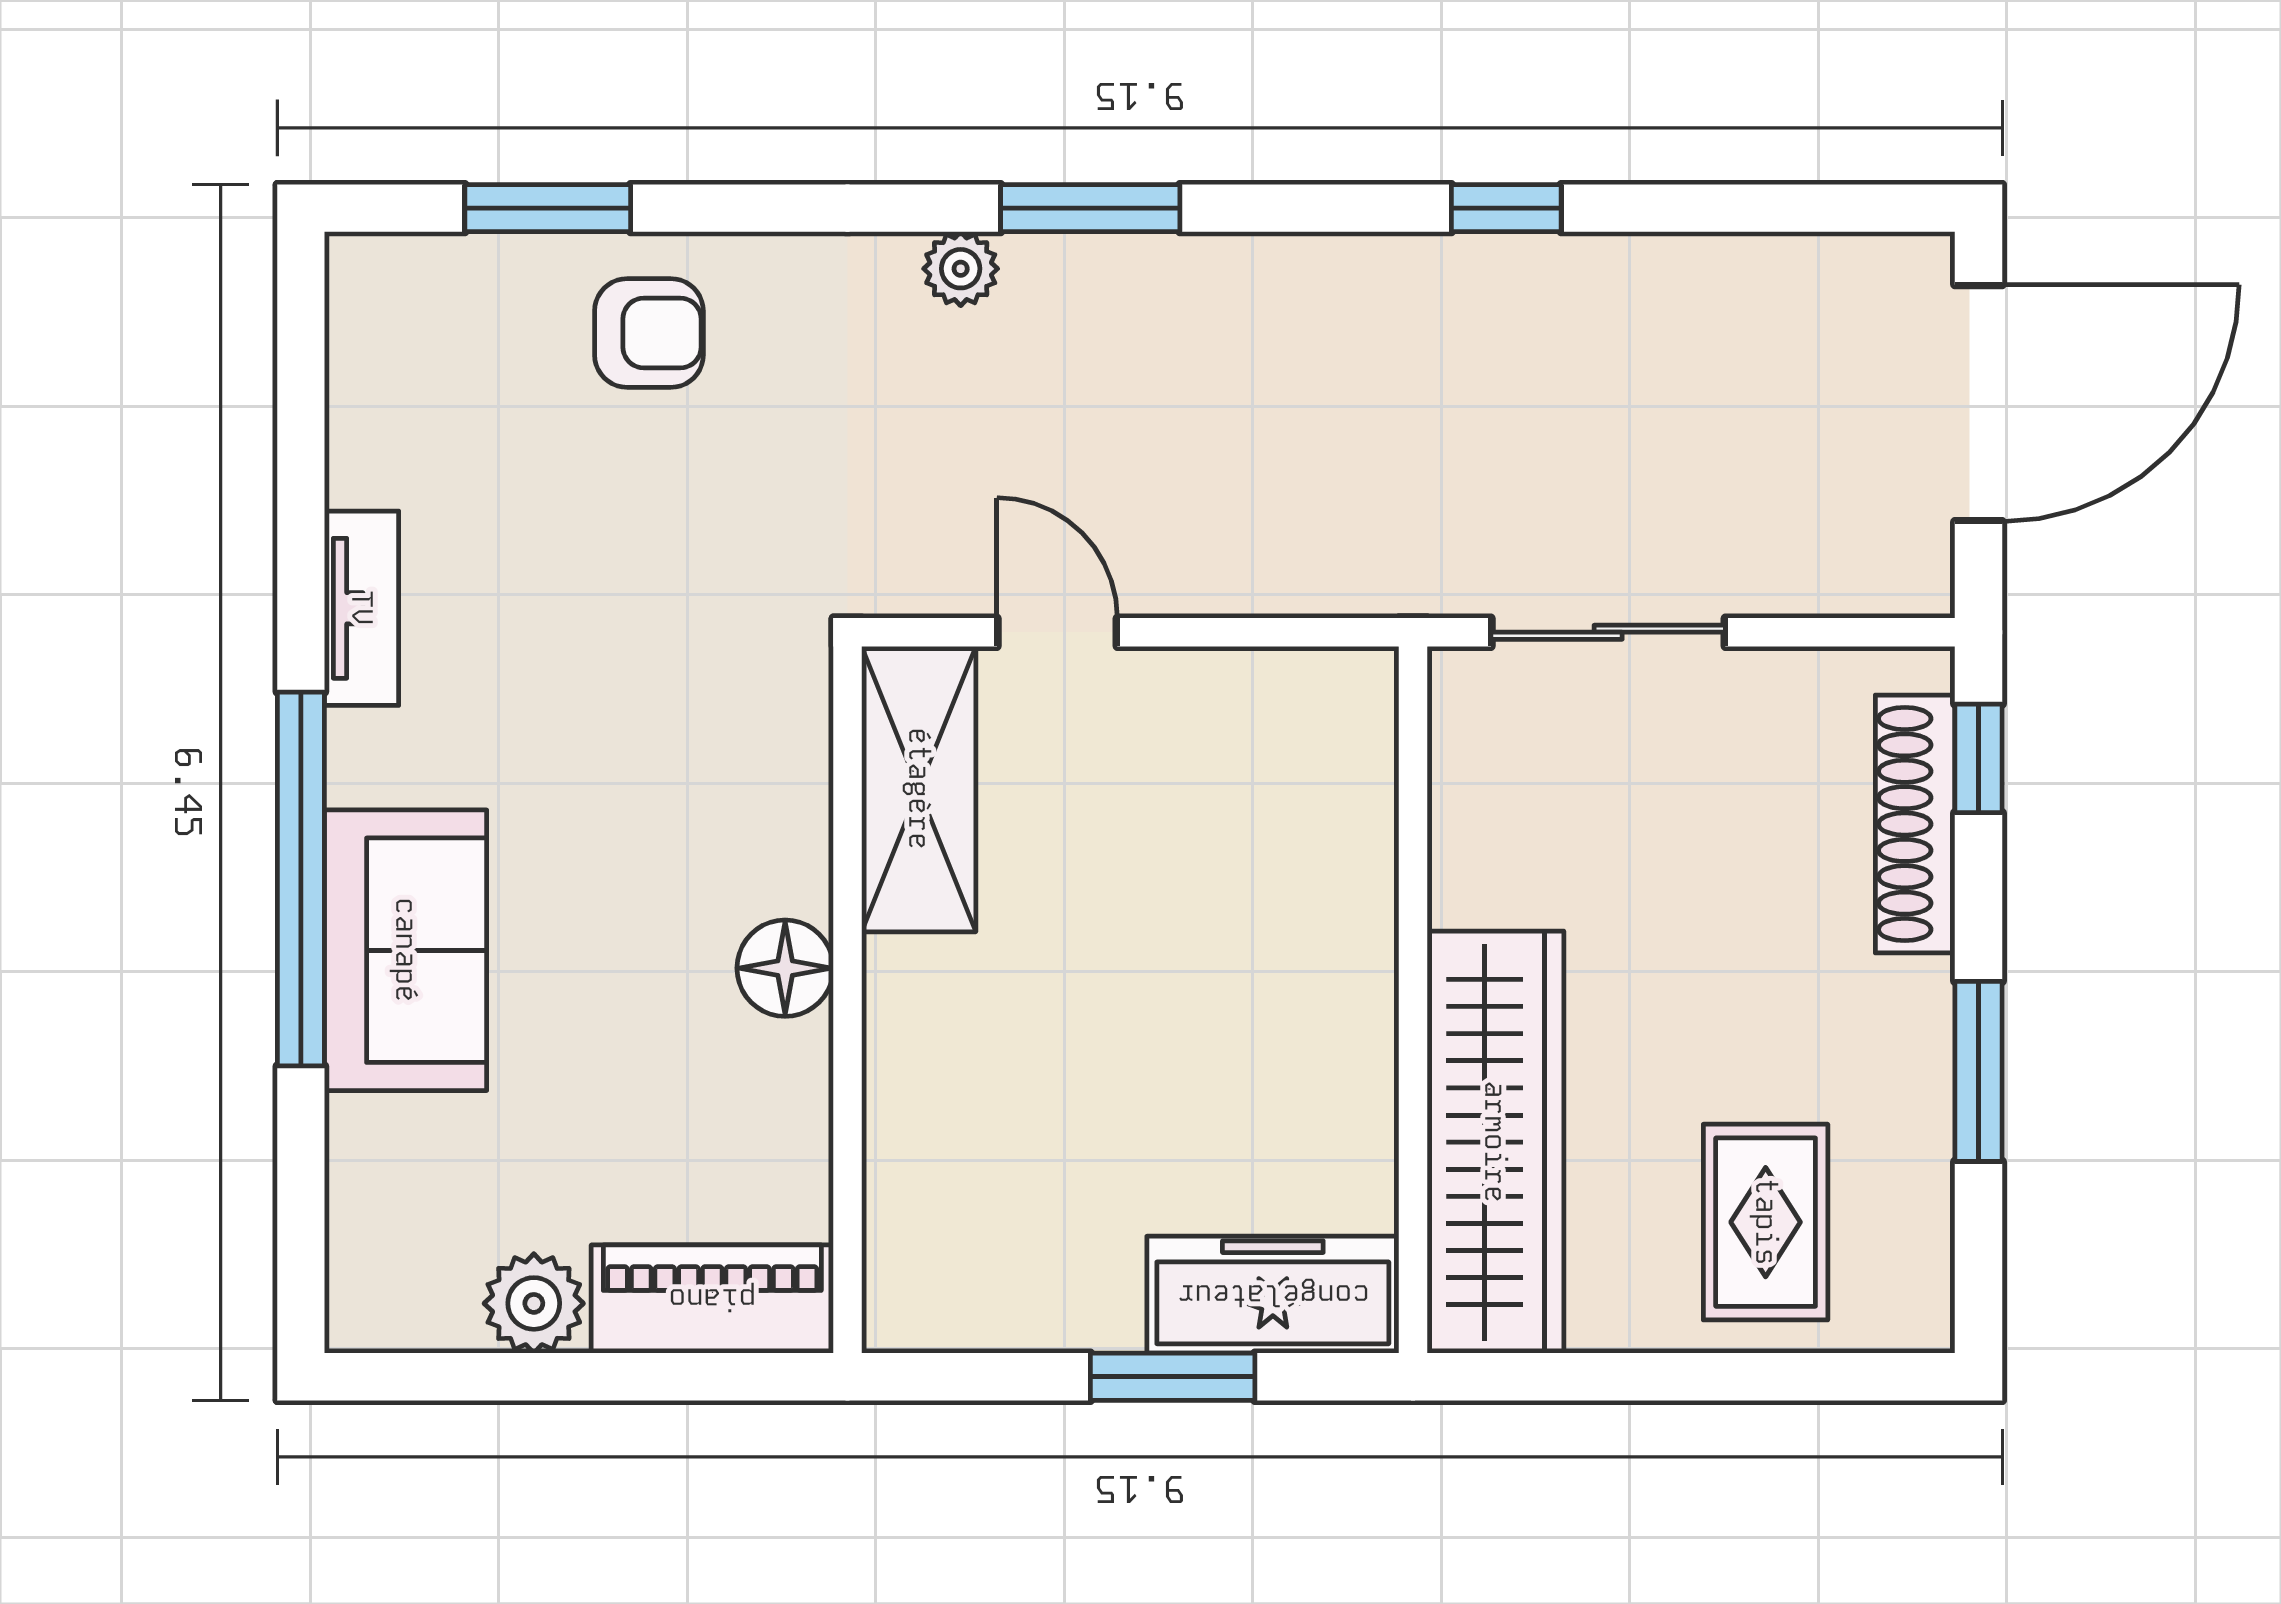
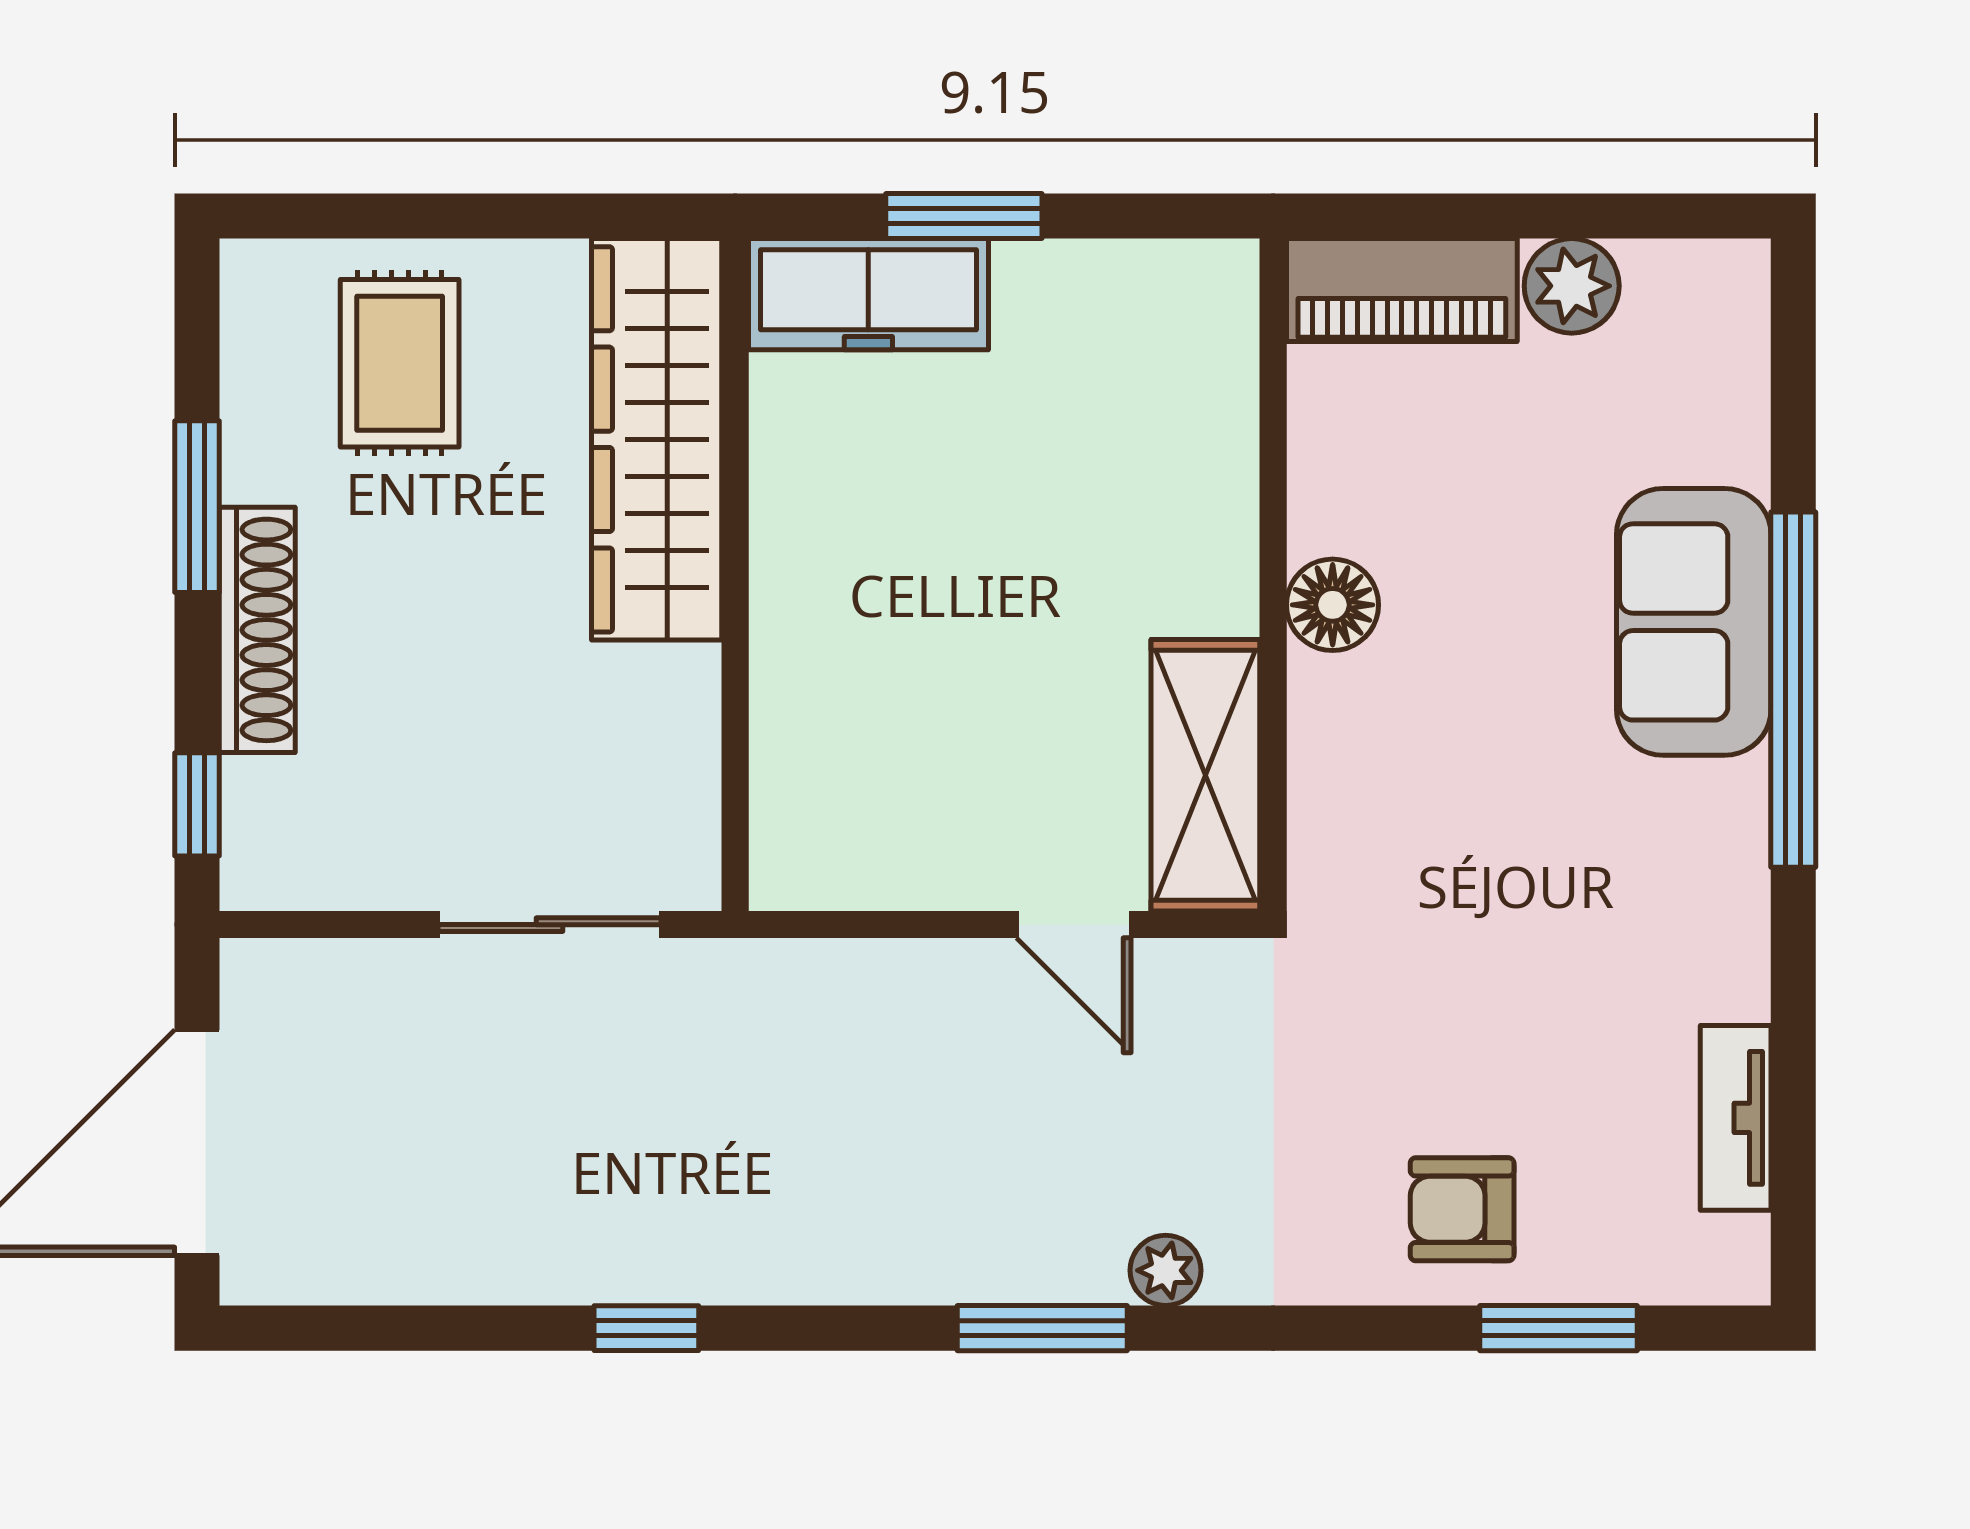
tv unit: (362, 608) -> (1736, 1118), moved
shoe rack: (1915, 824) -> (257, 630), moved

